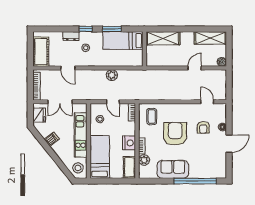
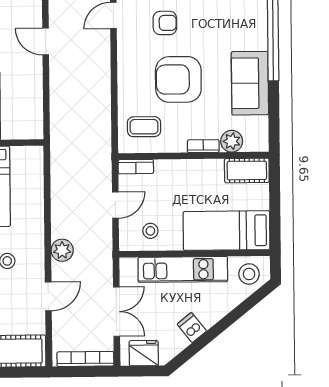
plant: (112, 75) -> (62, 250), moved
nightstand: (129, 143) -> (198, 172), removed

